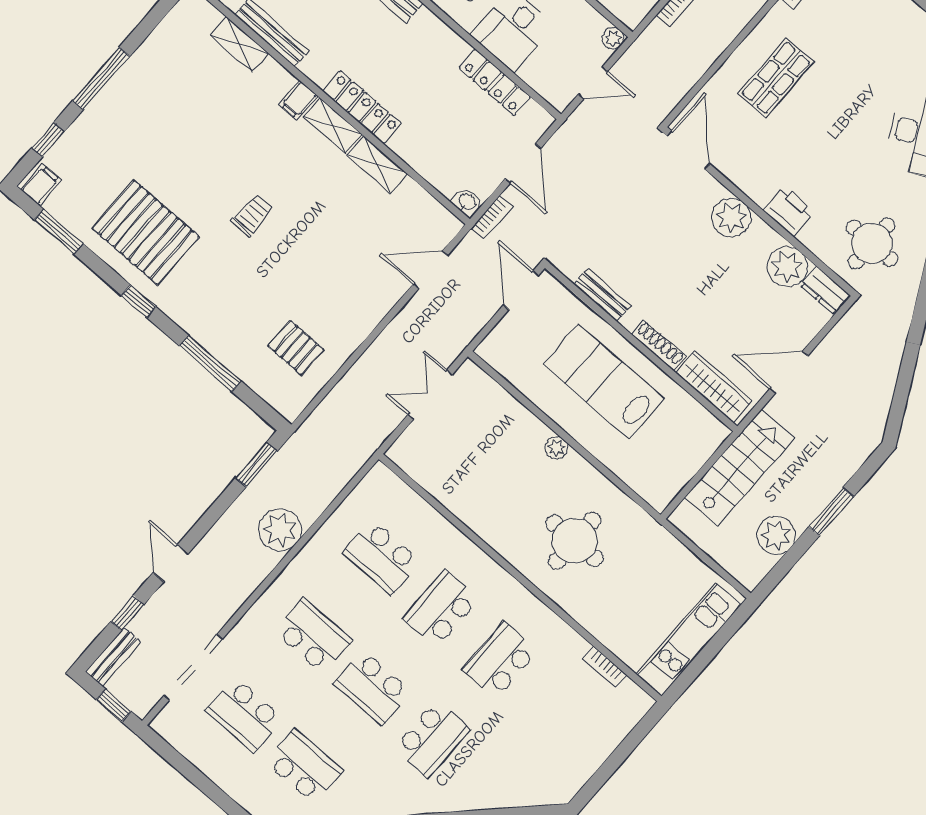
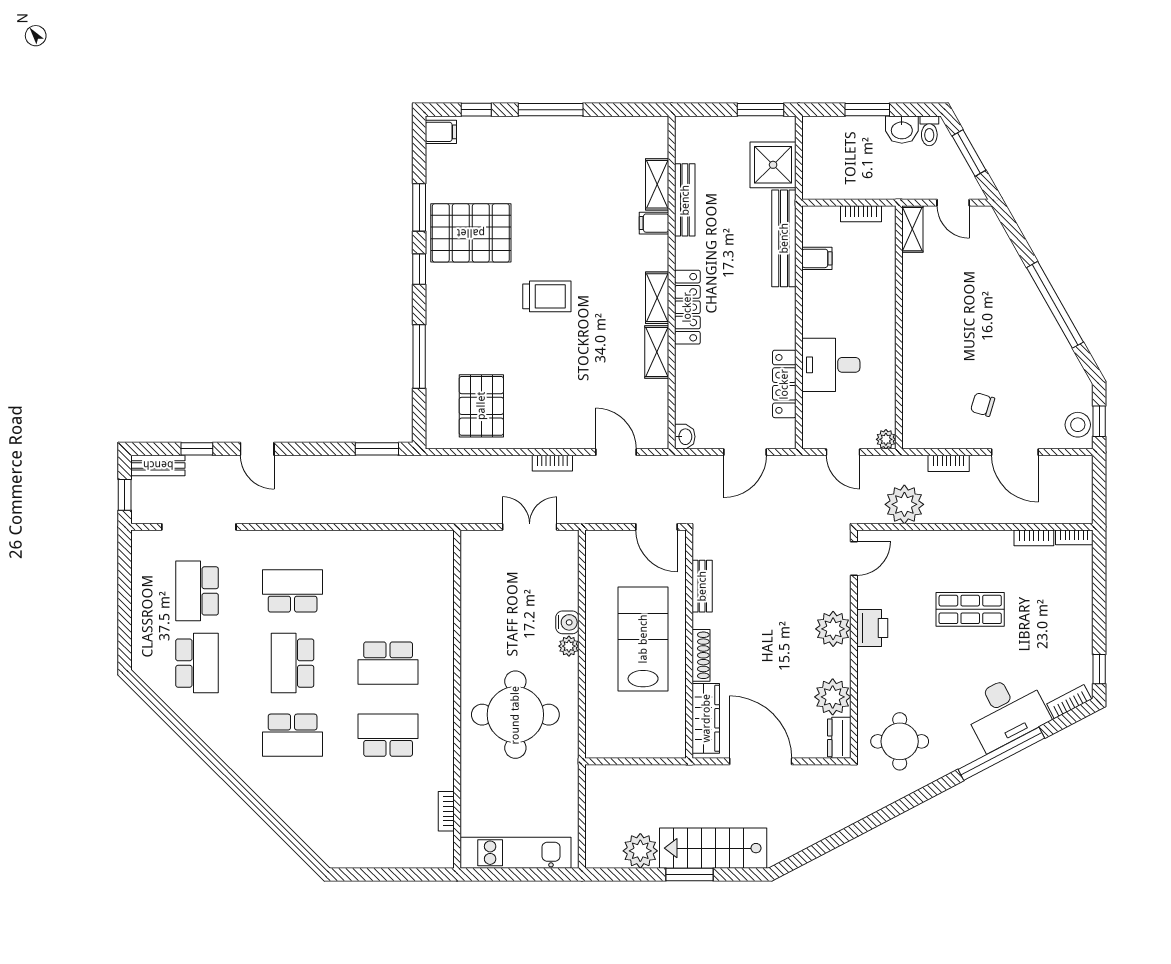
shop shelf: (776, 78) -> (970, 609), moved
filing cabinet: (298, 100) -> (654, 223), moved
door: (688, 150) -> (854, 558), width x0.73
printer: (789, 211) -> (872, 628), moved
trolley: (253, 215) -> (547, 296), width x1.36, depth x1.39
bookcase: (492, 217) -> (552, 463), moved
window: (59, 232) -> (419, 207), moved
pallet: (146, 232) -> (471, 233), turned 90
door: (521, 290) -> (656, 527), swing flipped
pallet: (296, 348) -> (481, 406), width x1.50, depth x1.42
door: (789, 372) -> (761, 761), width x1.36
water cooler: (536, 432) -> (567, 622), added
stairs: (740, 468) -> (713, 848), moved, turned 180
plant: (280, 530) -> (904, 504), moved
round table: (575, 541) -> (515, 715), width x1.36, depth x1.36
school desk: (381, 557) -> (388, 591), removed
door: (171, 563) -> (257, 449), swing flipped
school desk: (441, 609) -> (388, 663), turned 180
school desk: (313, 636) -> (293, 591), turned -90

